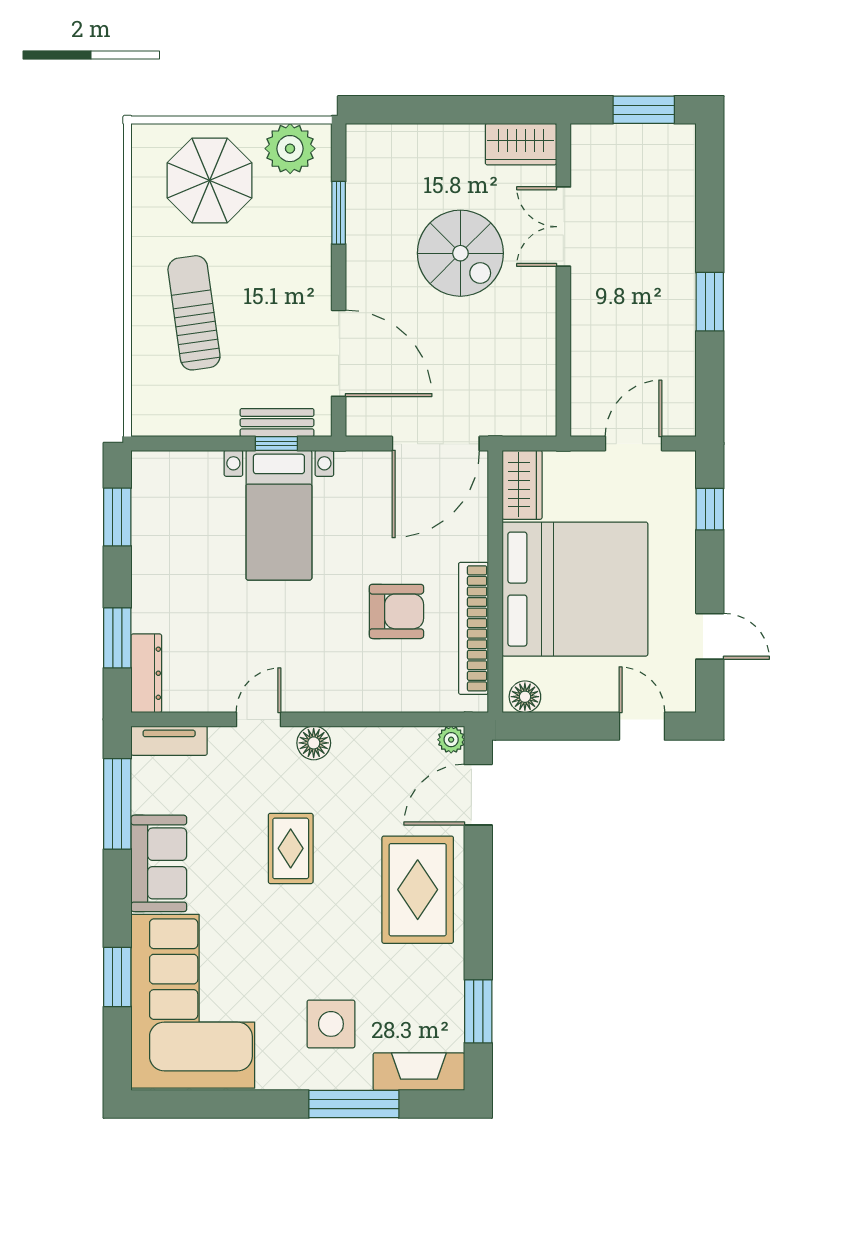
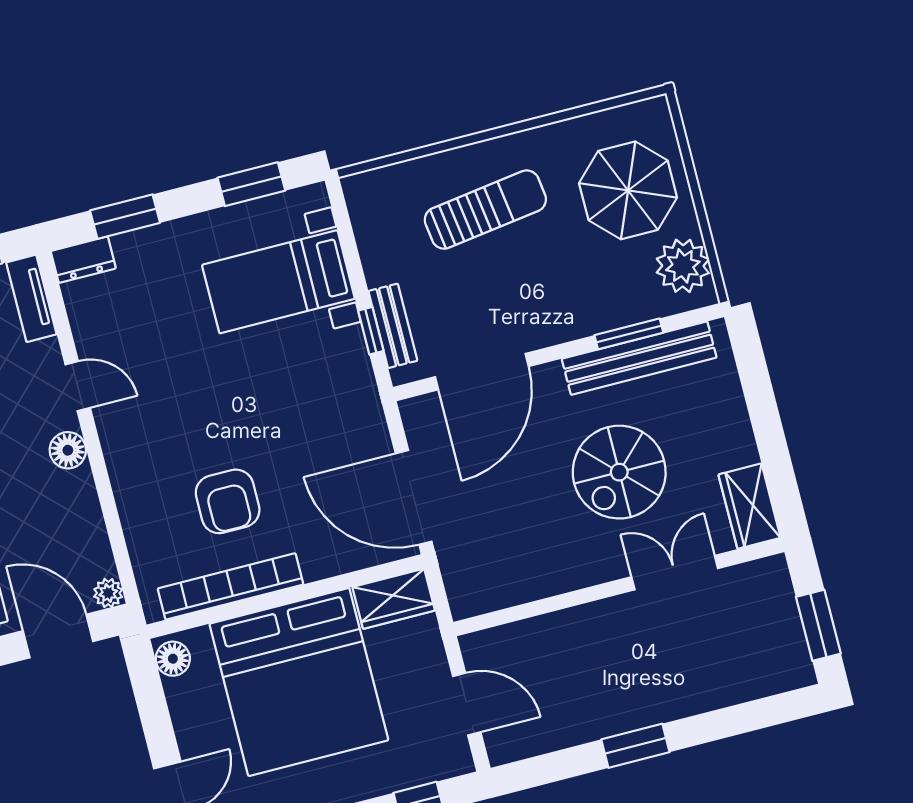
bench: (363, 209) -> (639, 358), added
bed with nightstands: (279, 515) -> (278, 282), moved
dresser: (146, 673) -> (83, 260), width x0.70

